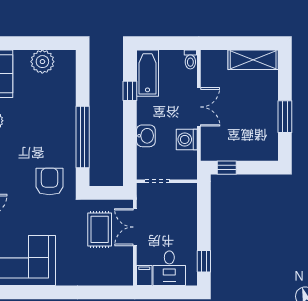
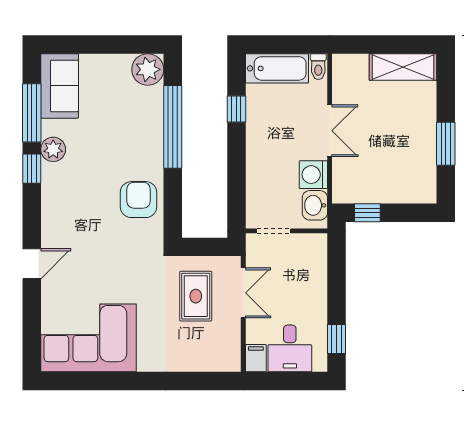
plant: (42, 62) -> (148, 69), moved
bathtub: (148, 73) -> (277, 68), moved, turned 90
washbasin: (146, 136) -> (315, 205), moved, turned 180
window: (83, 137) -> (173, 127), moved
armchair: (49, 182) -> (139, 200), moved
double door: (135, 227) -> (243, 293), swing flipped

